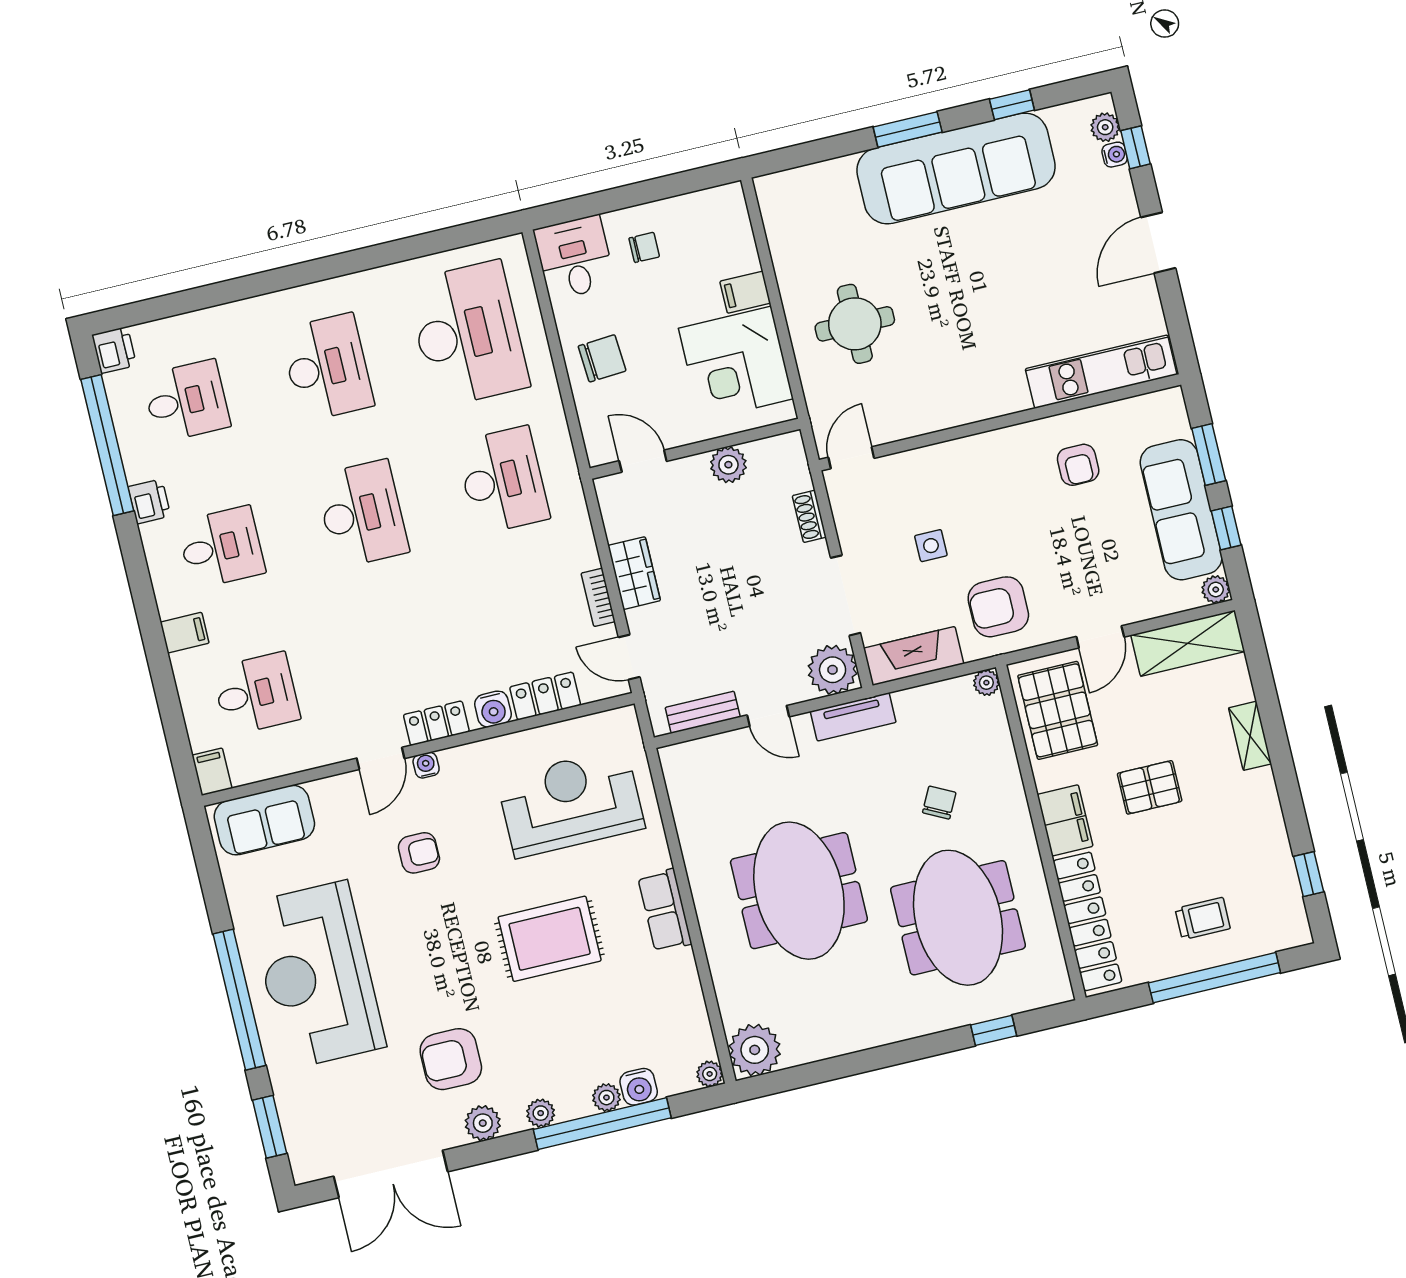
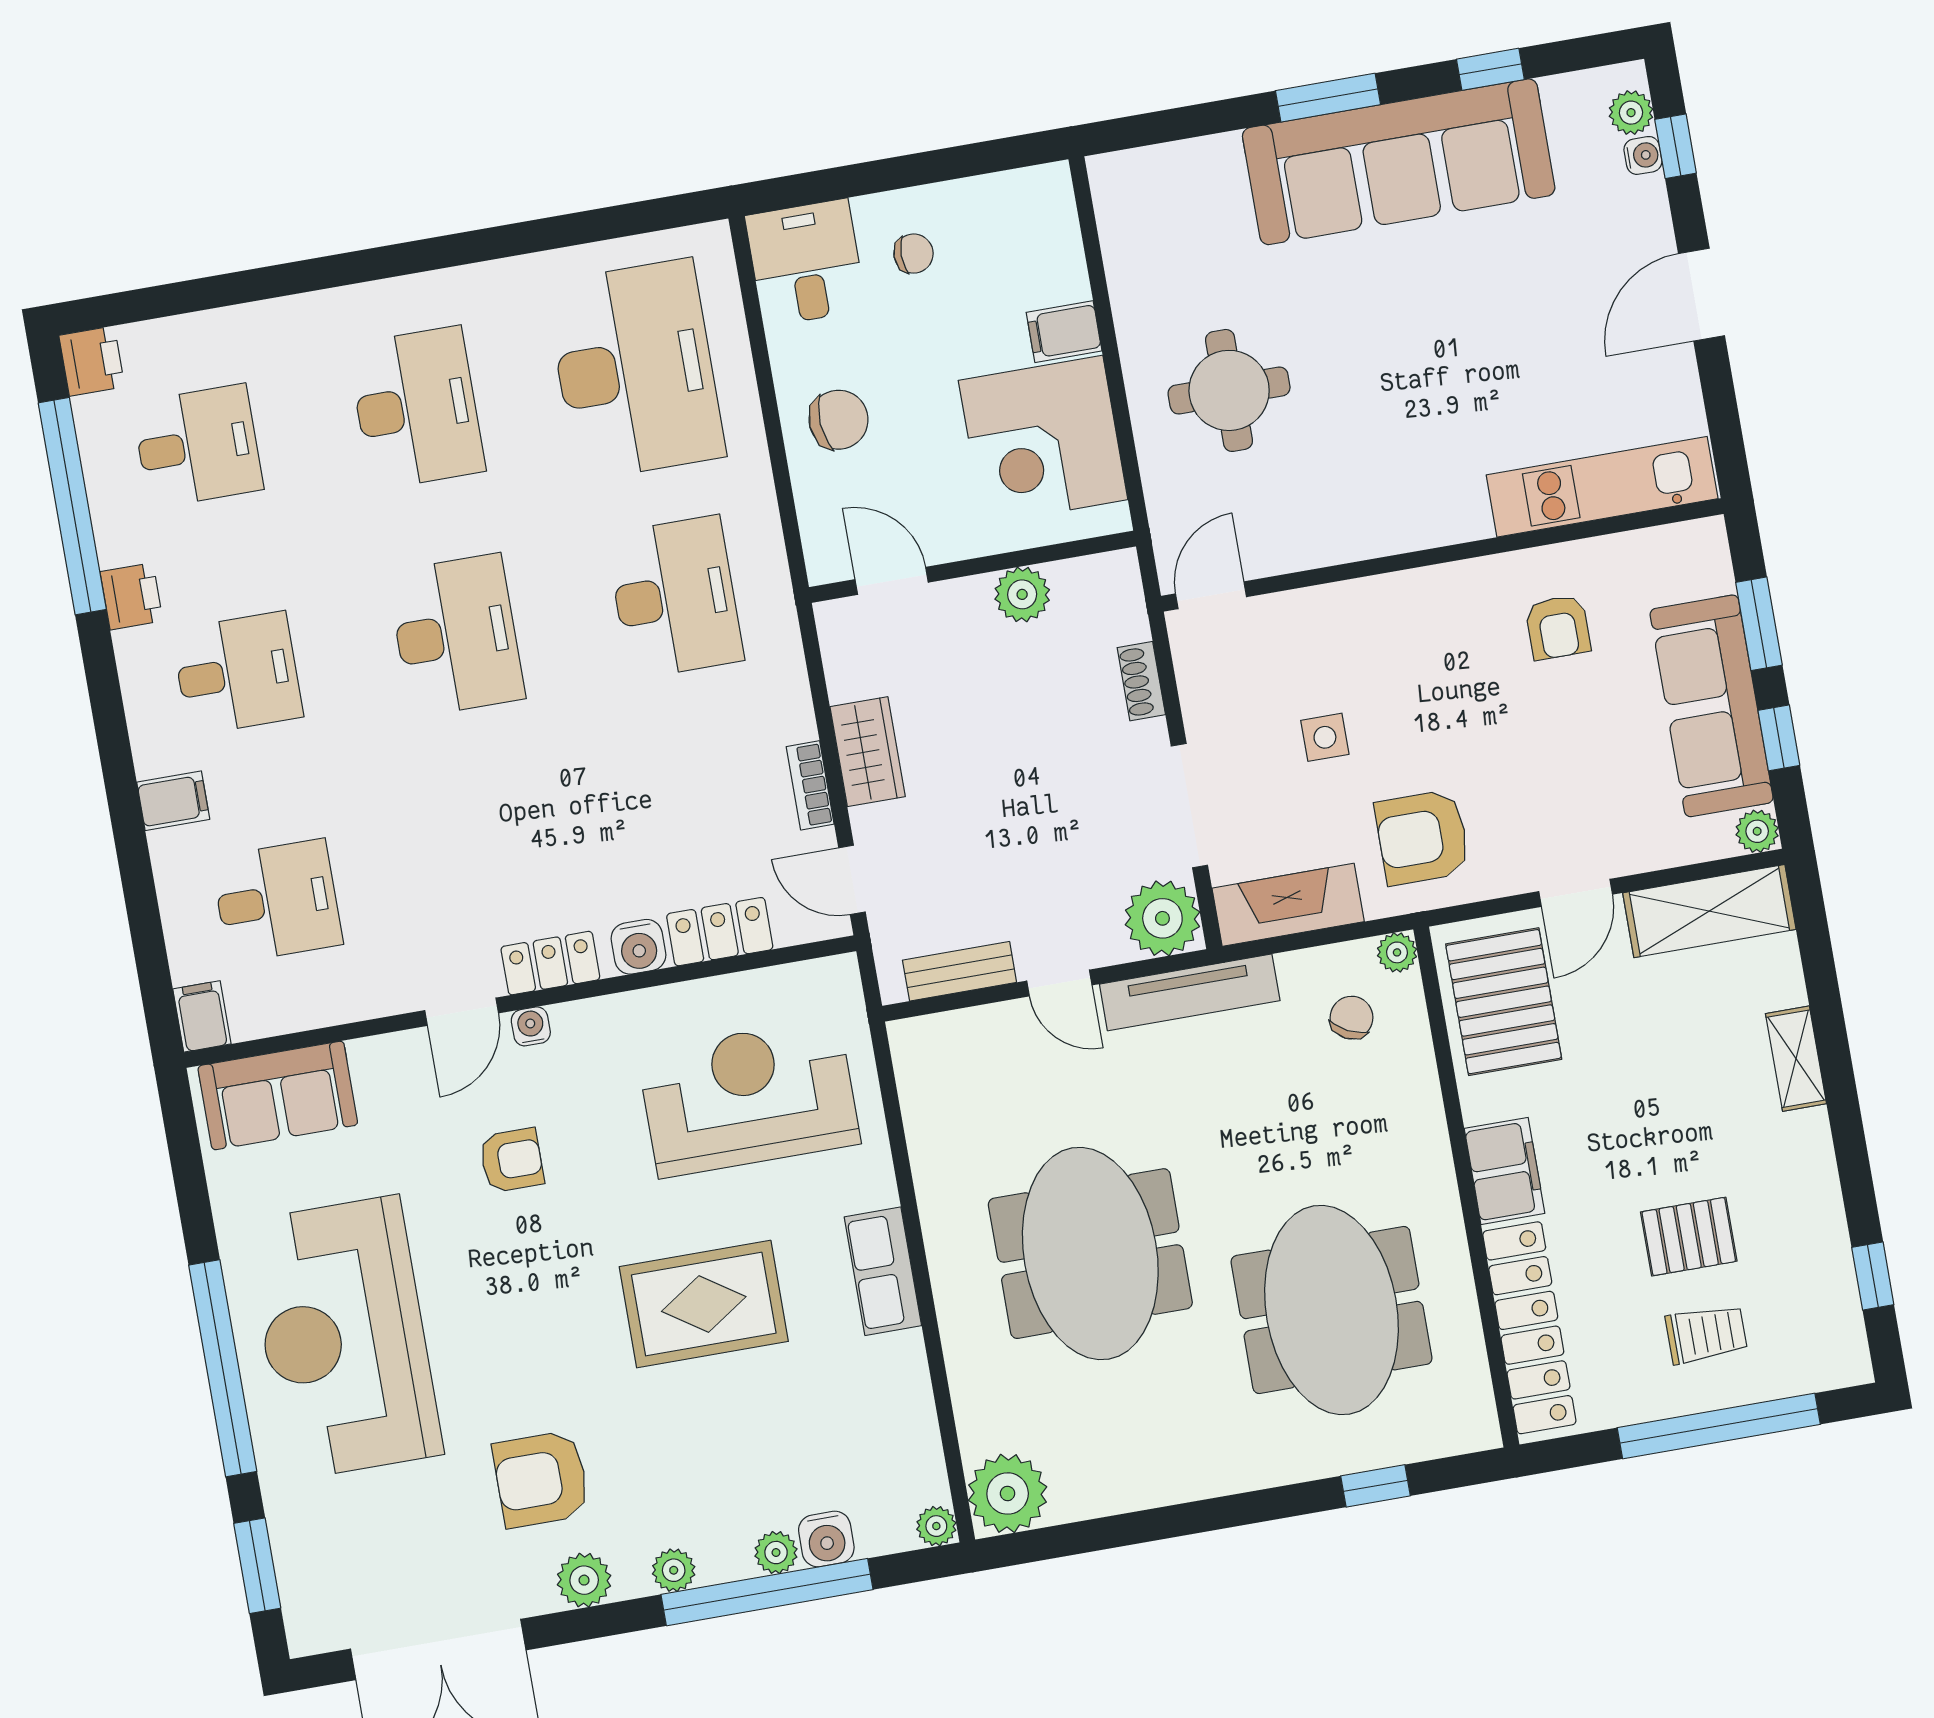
tv unit: (853, 717) -> (1190, 992), width x1.41
pallet: (1150, 787) -> (1689, 1237), moved
chair: (939, 803) -> (1351, 1018), moved

